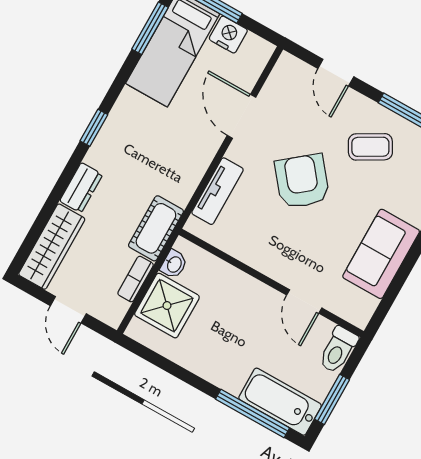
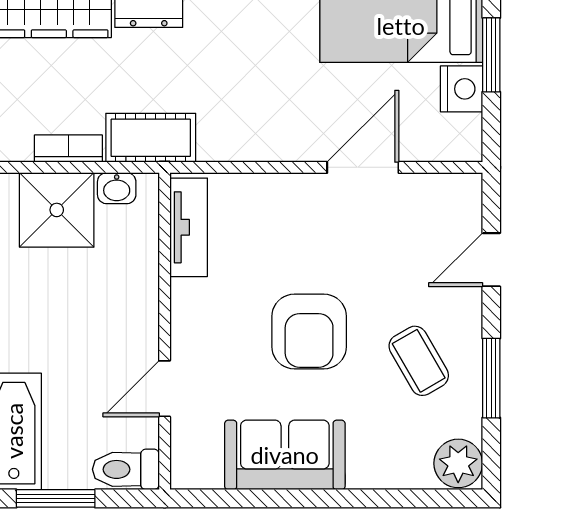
armchair: (302, 181) -> (309, 331), moved, turned 129
tv unit: (217, 191) -> (189, 227), moved, turned -90

